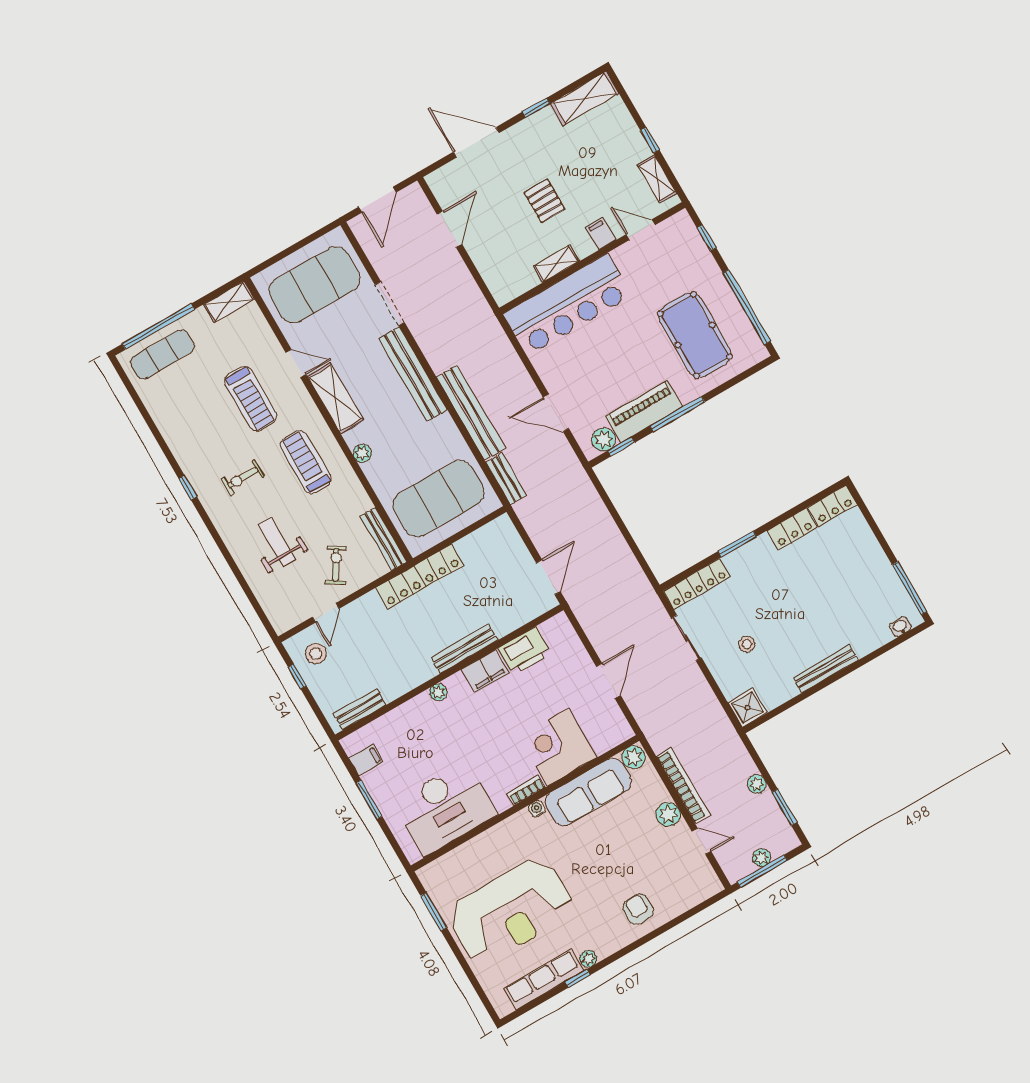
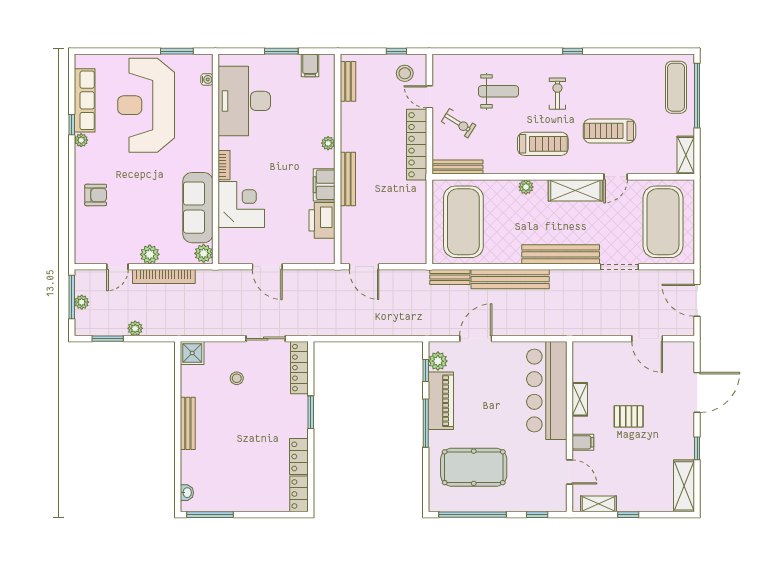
door: (641, 230) -> (569, 472), hinge flipped
locker: (420, 576) -> (417, 145), moved
water cooler: (537, 809) -> (207, 79), moved

